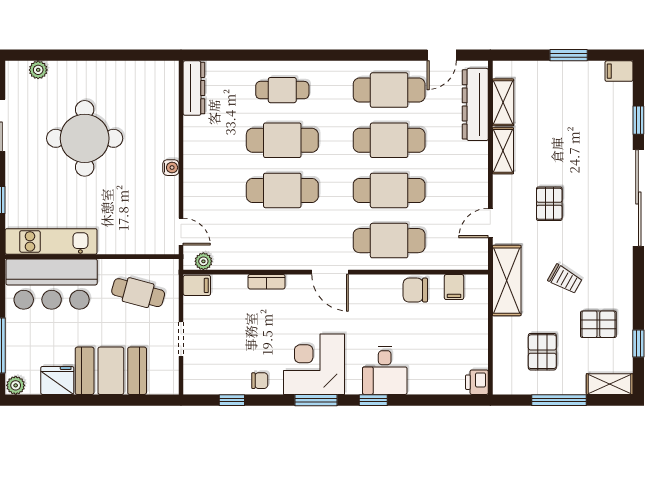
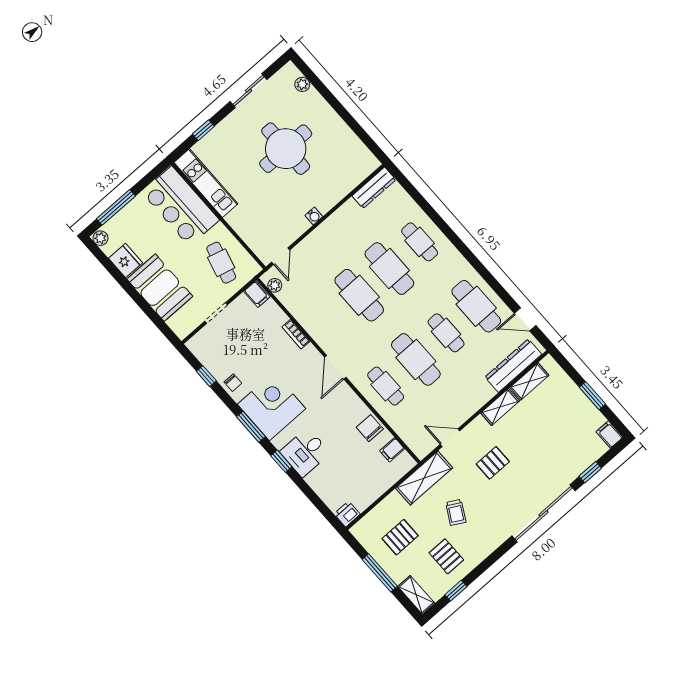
cafe table: (389, 140) -> (446, 333), width x0.73, depth x0.74
cafe table: (389, 241) -> (386, 386), width x0.73, depth x0.74

